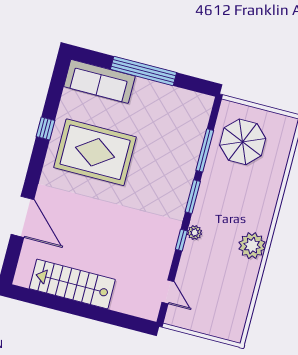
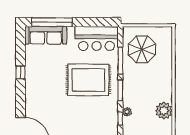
window: (143, 71) -> (52, 22), moved
bar counter: (177, 107) -> (97, 38), added
rug: (95, 152) -> (88, 80), moved

